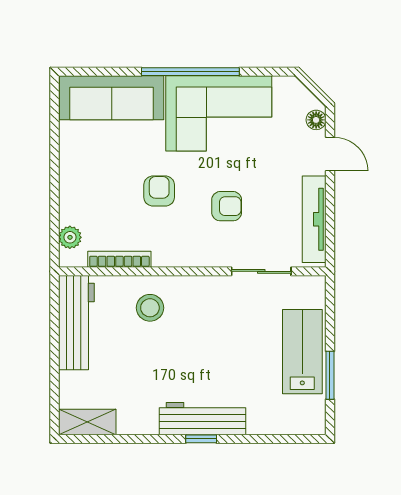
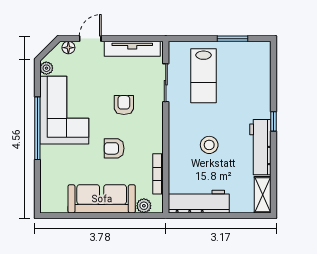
plant: (284, 86) -> (46, 68), added
sofa: (112, 98) -> (102, 199), moved, turned -90
stool: (150, 308) -> (209, 145), moved
lab bench: (302, 352) -> (203, 76), moved, turned -90
workbench: (203, 419) -> (260, 147), moved

